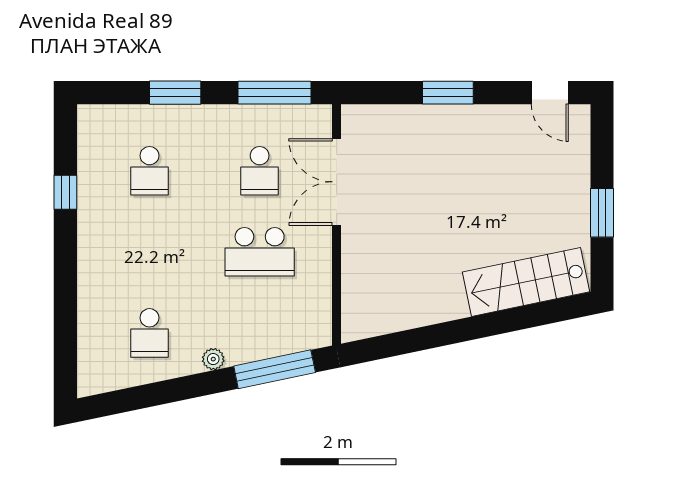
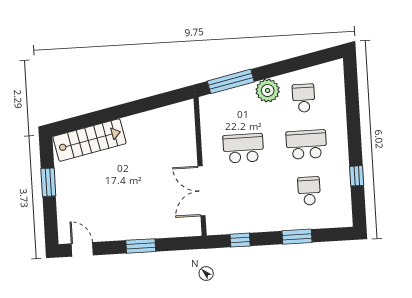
window: (275, 93) -> (240, 240), width x0.46
school desk: (260, 171) -> (306, 144), moved, width x1.85
double door: (337, 182) -> (202, 191), swing flipped
plant: (213, 359) -> (268, 91), width x1.87, depth x1.87

